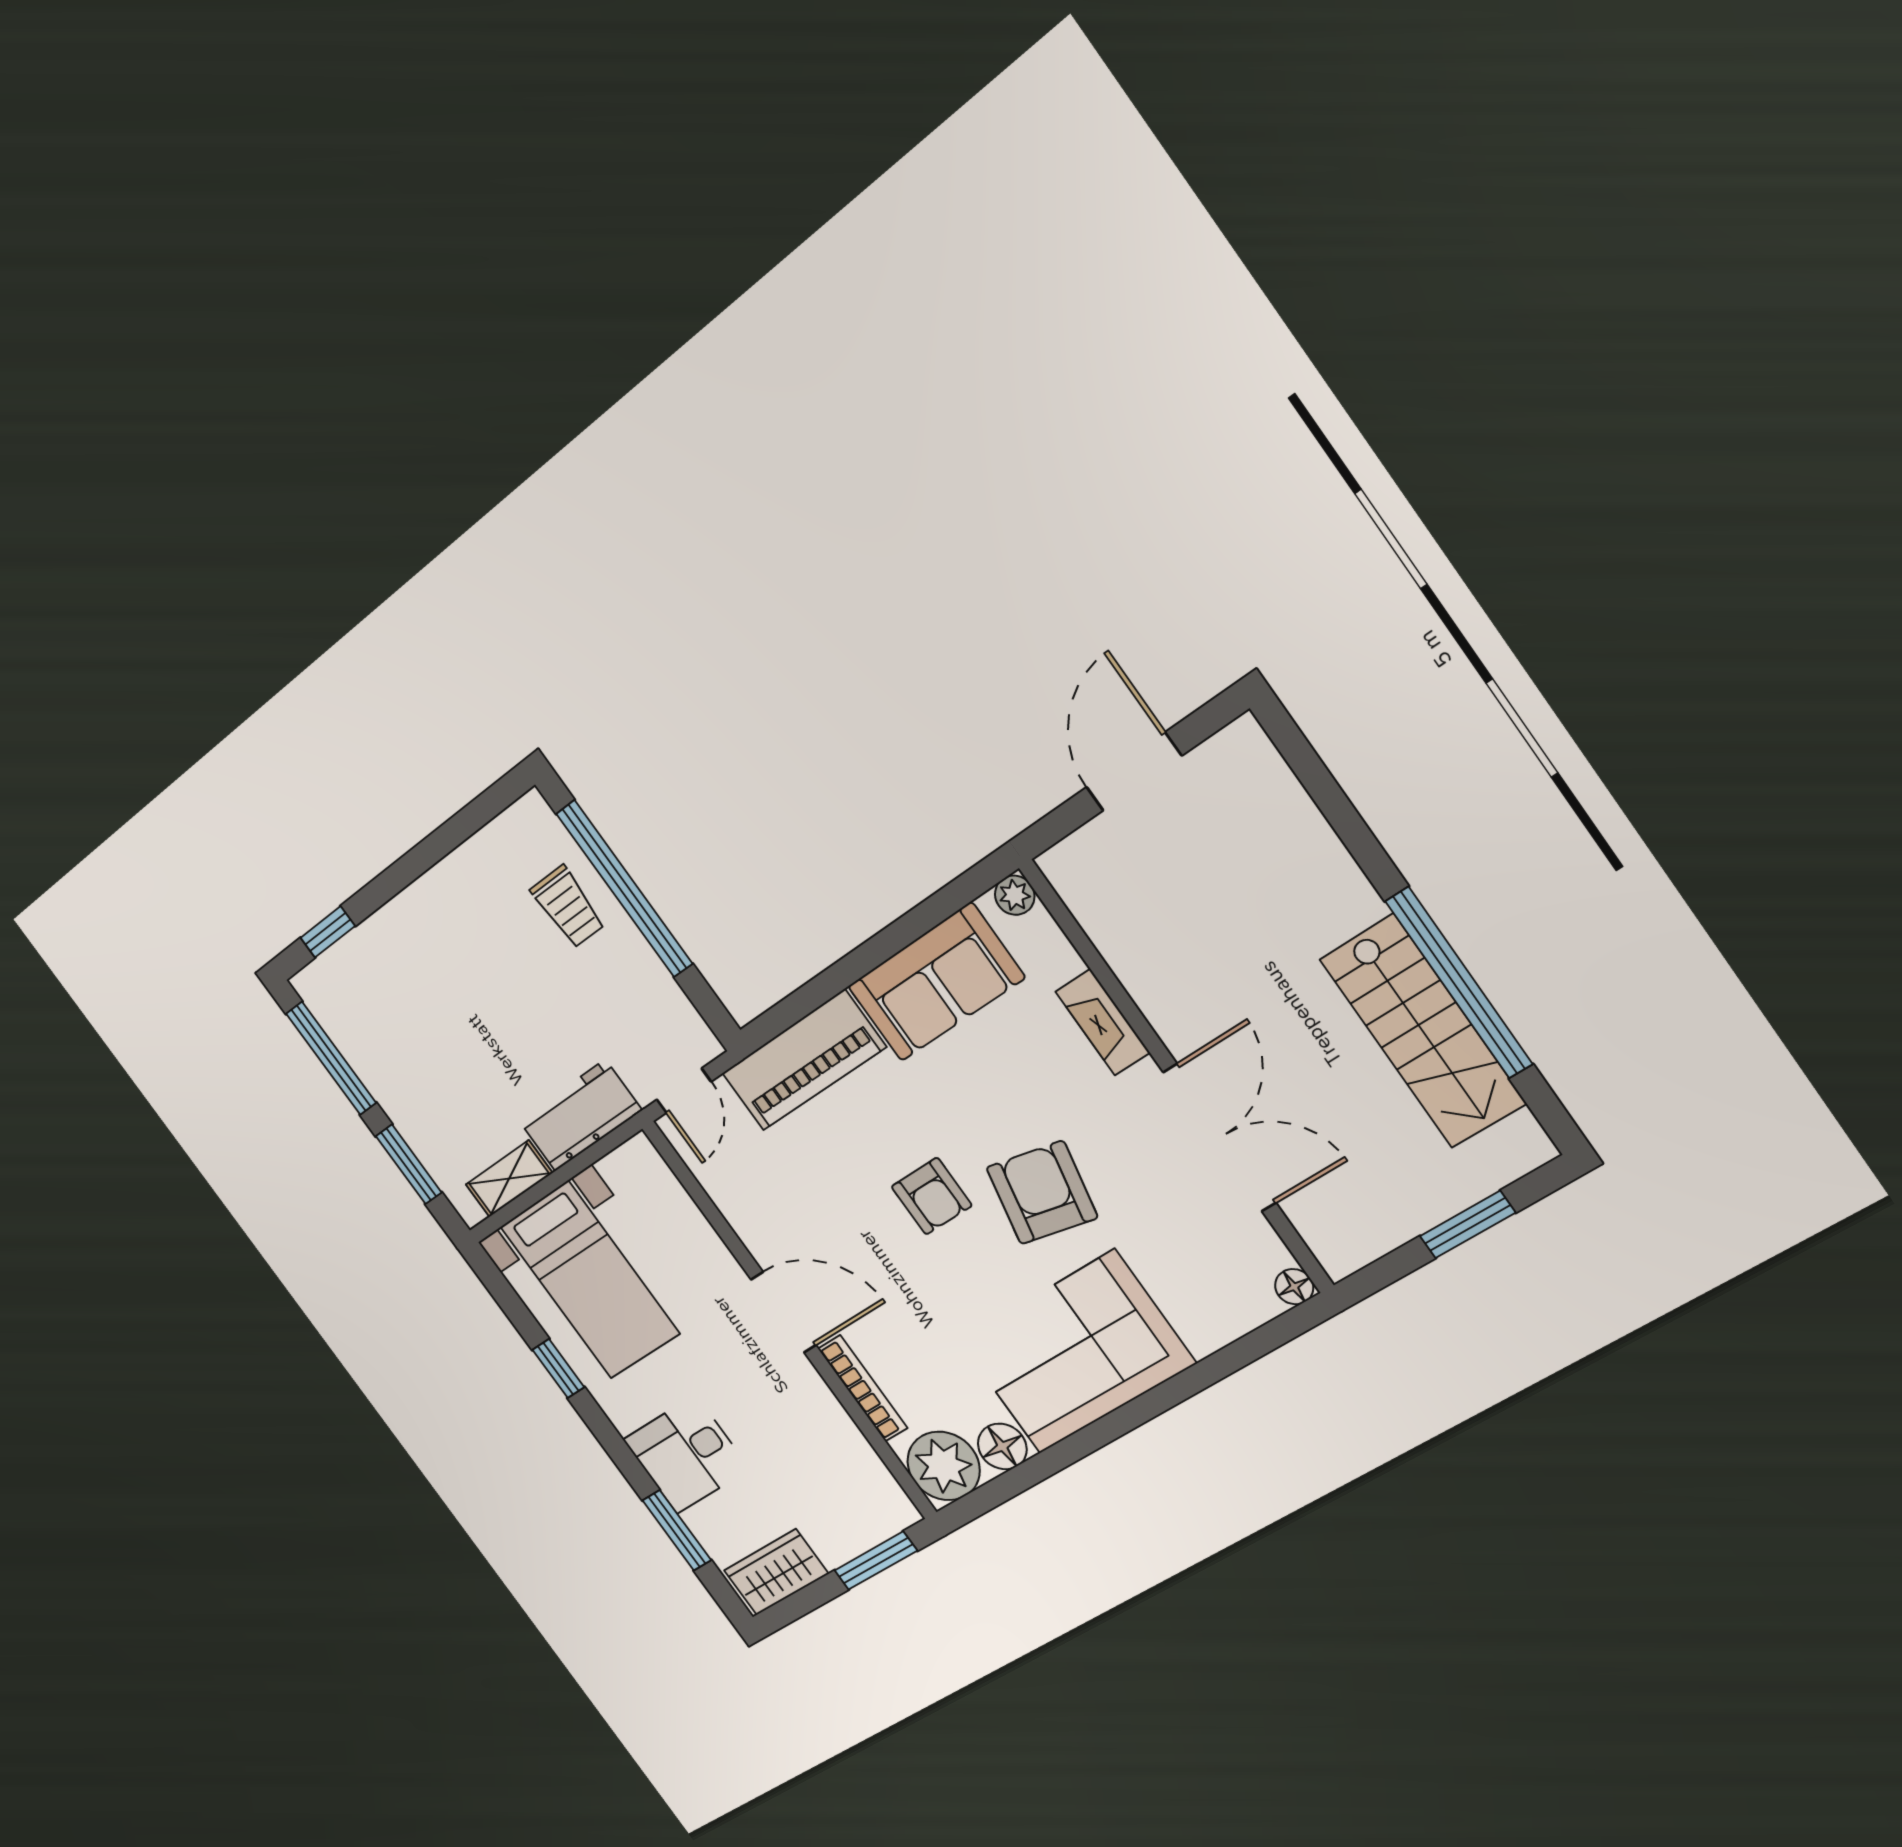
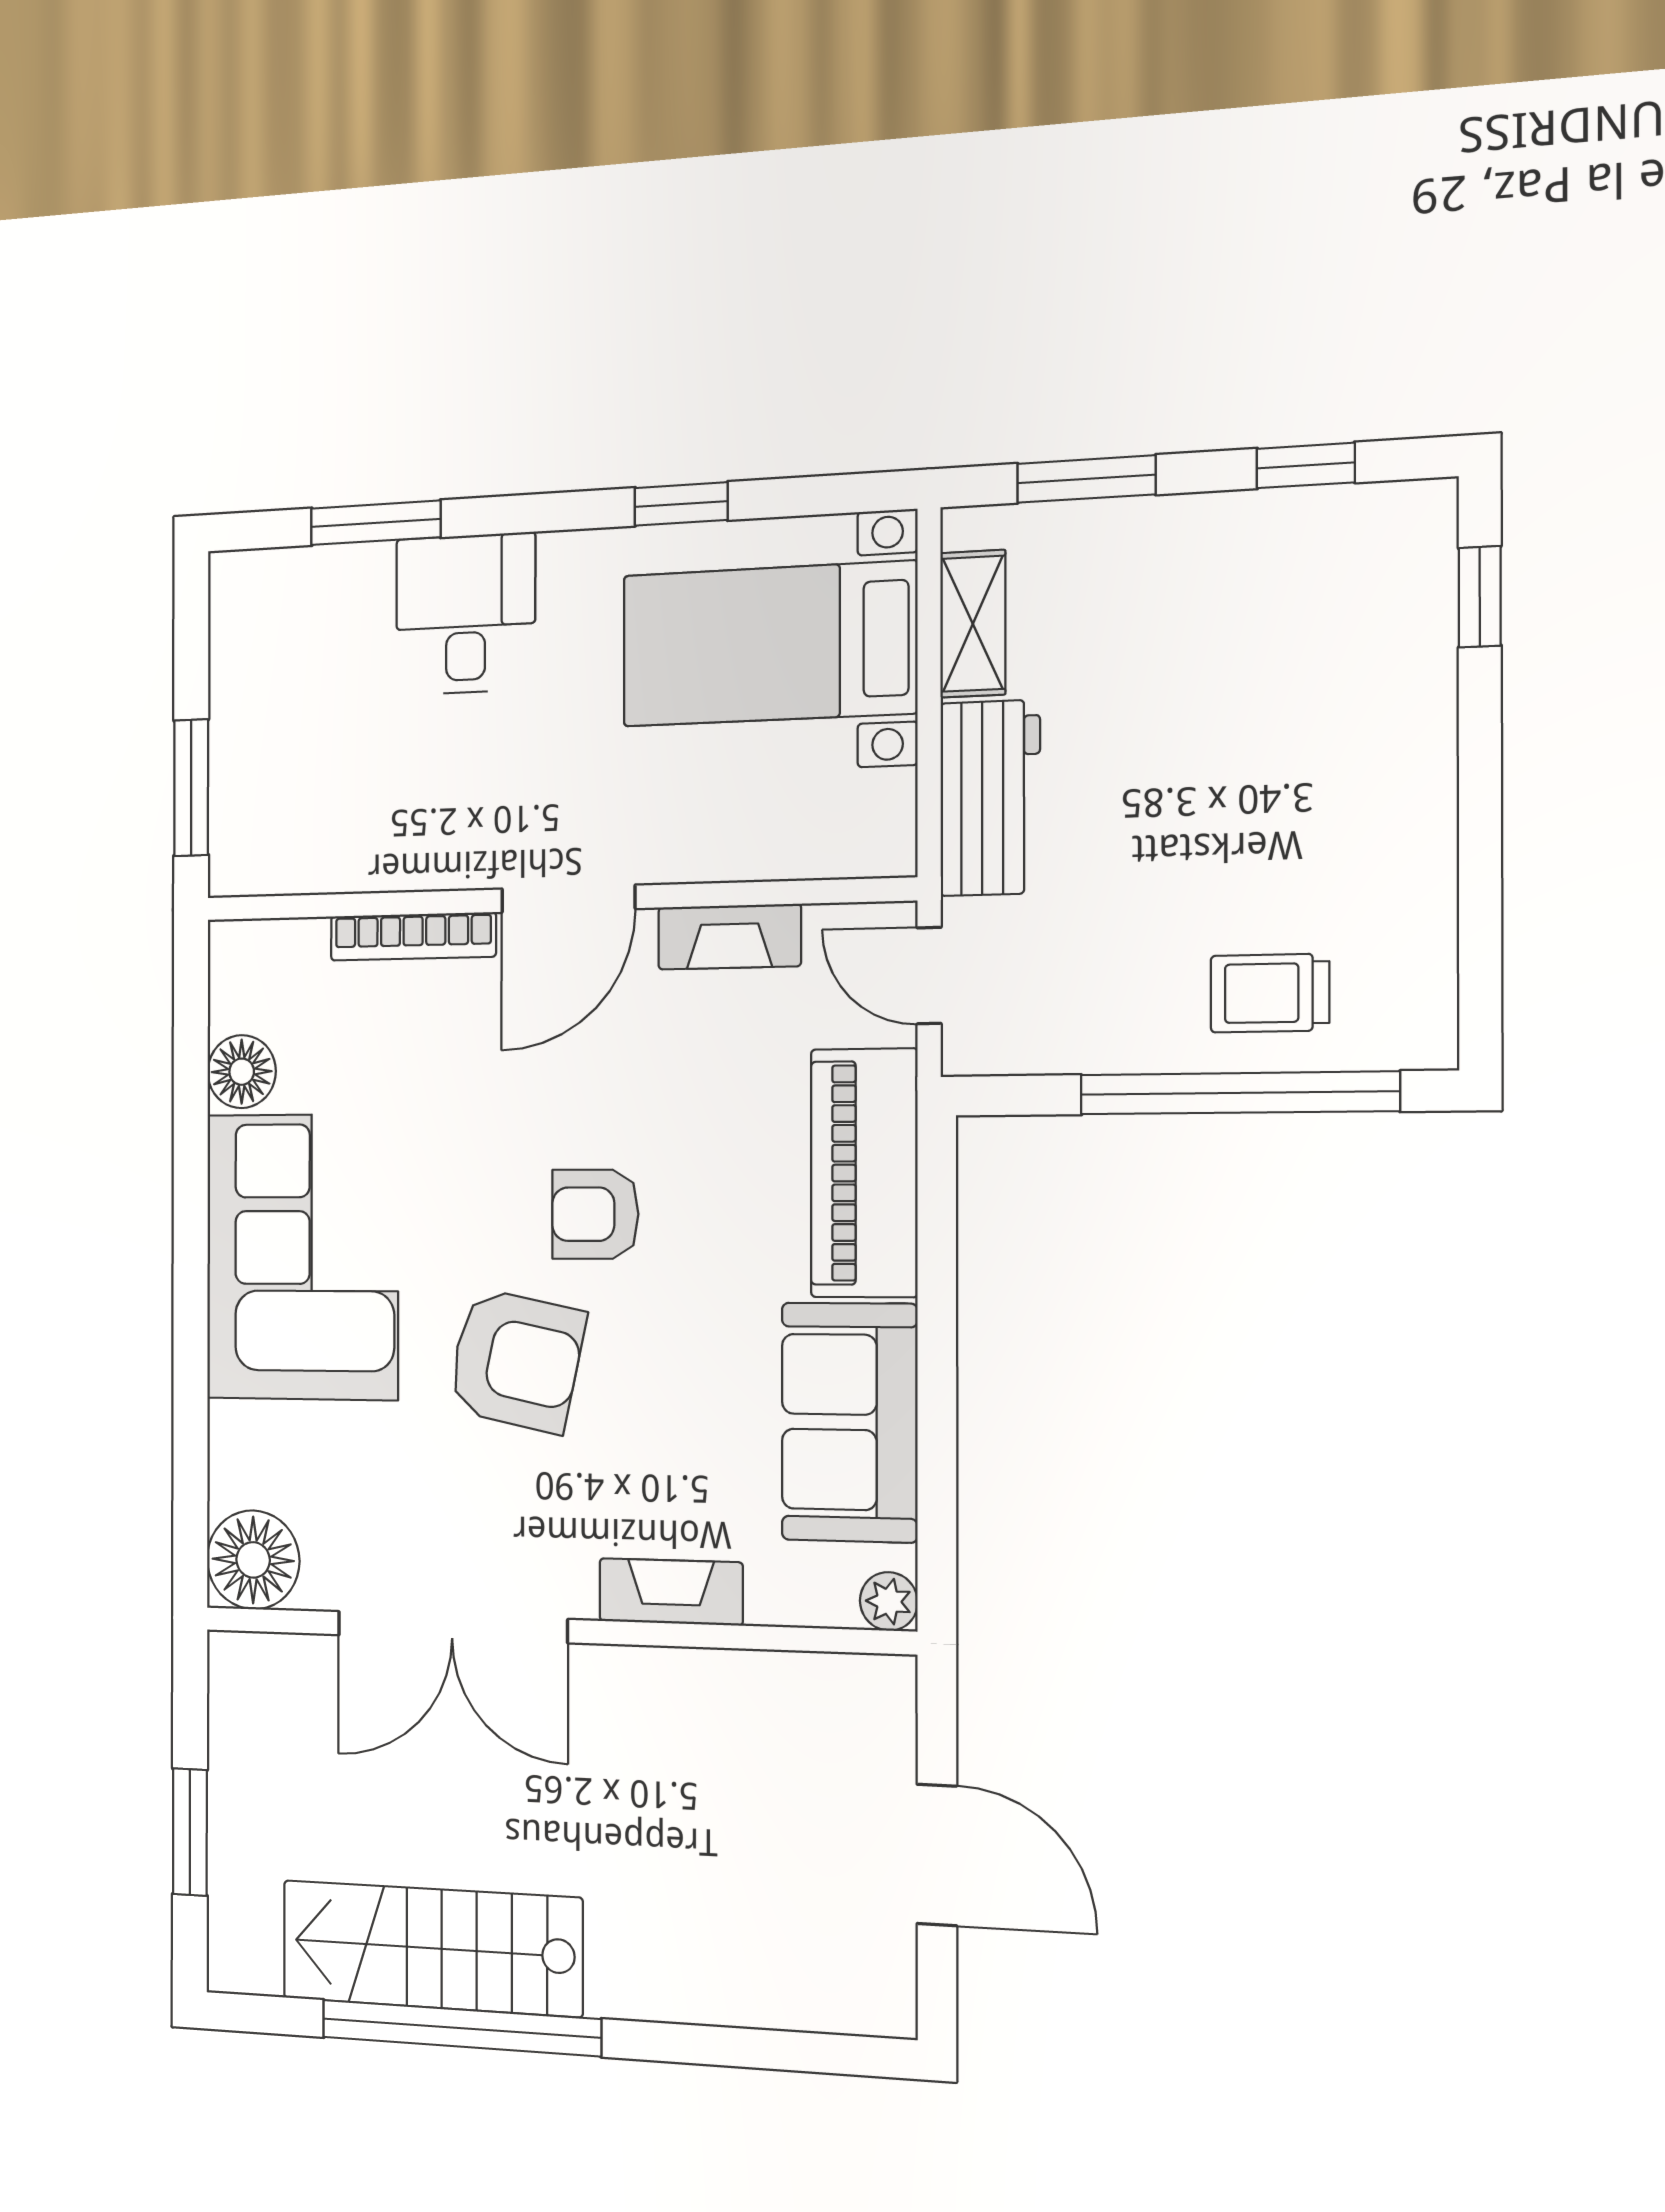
window: (331, 1058) -> (1306, 465), width x0.46
fireplace: (740, 1211) -> (729, 937), added
floor lamp: (1294, 1287) -> (253, 1560), width x1.89, depth x1.89
plant: (944, 1466) -> (259, 974), removed
wardrobe: (776, 1572) -> (248, 631), removed

